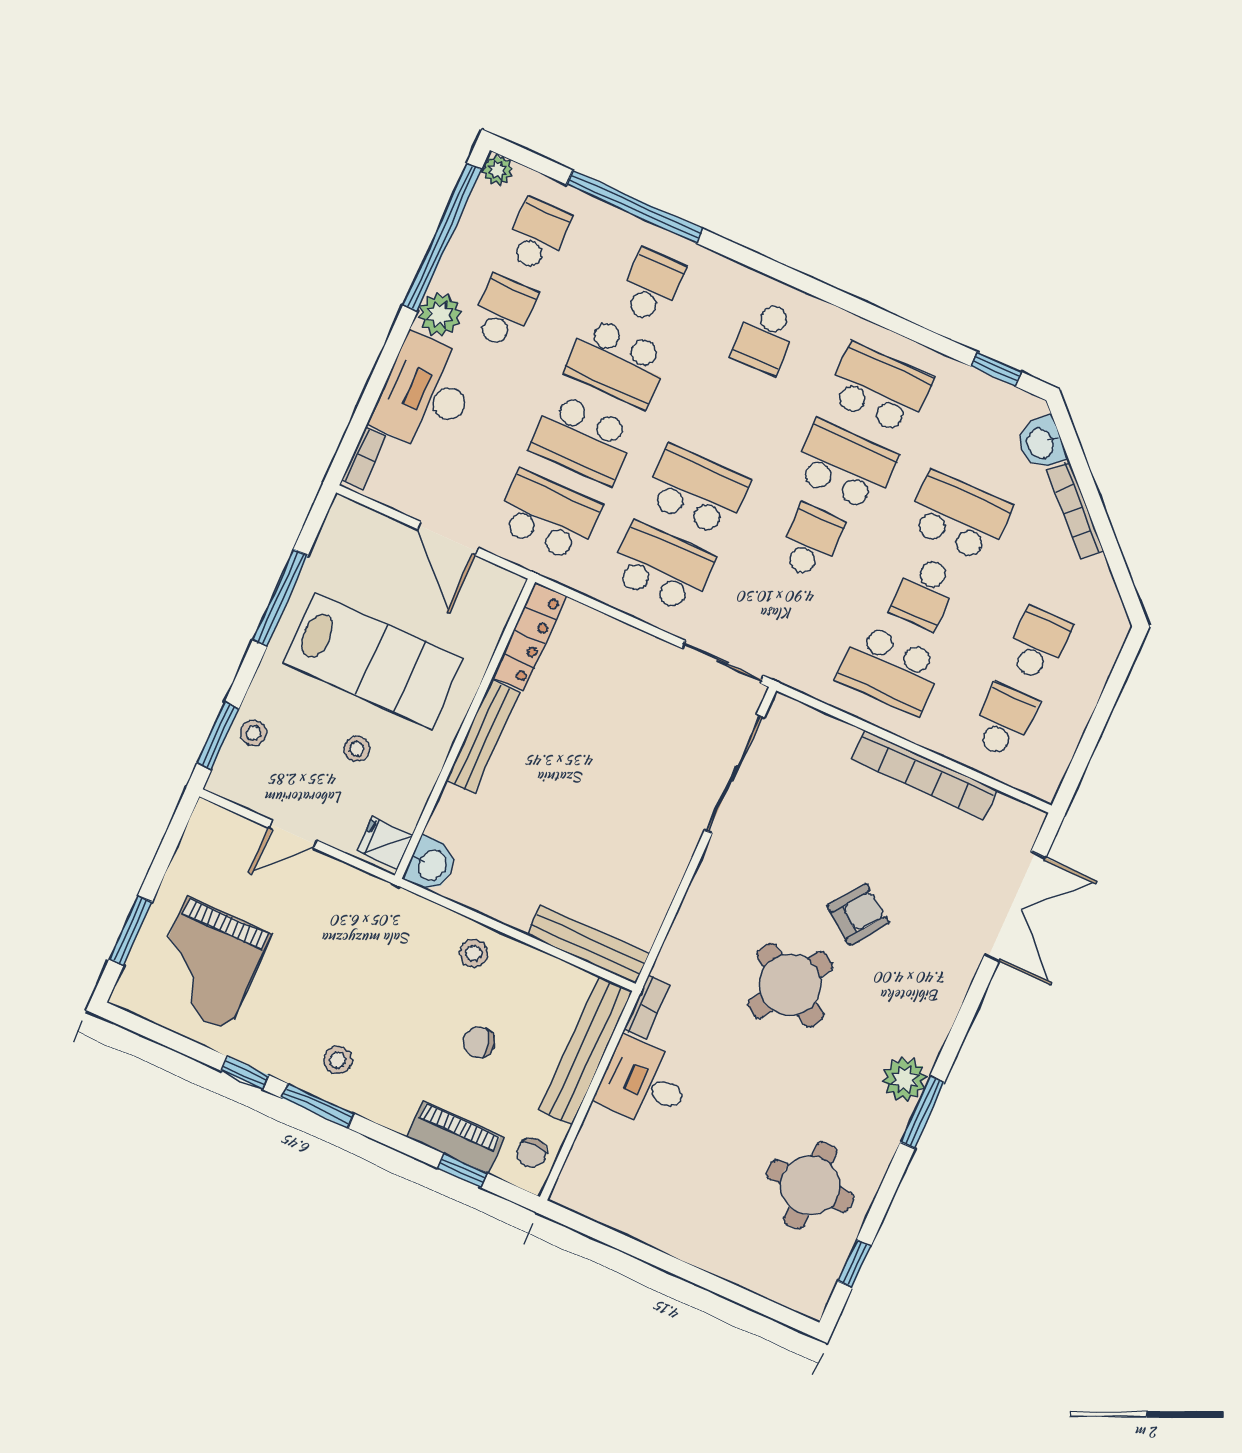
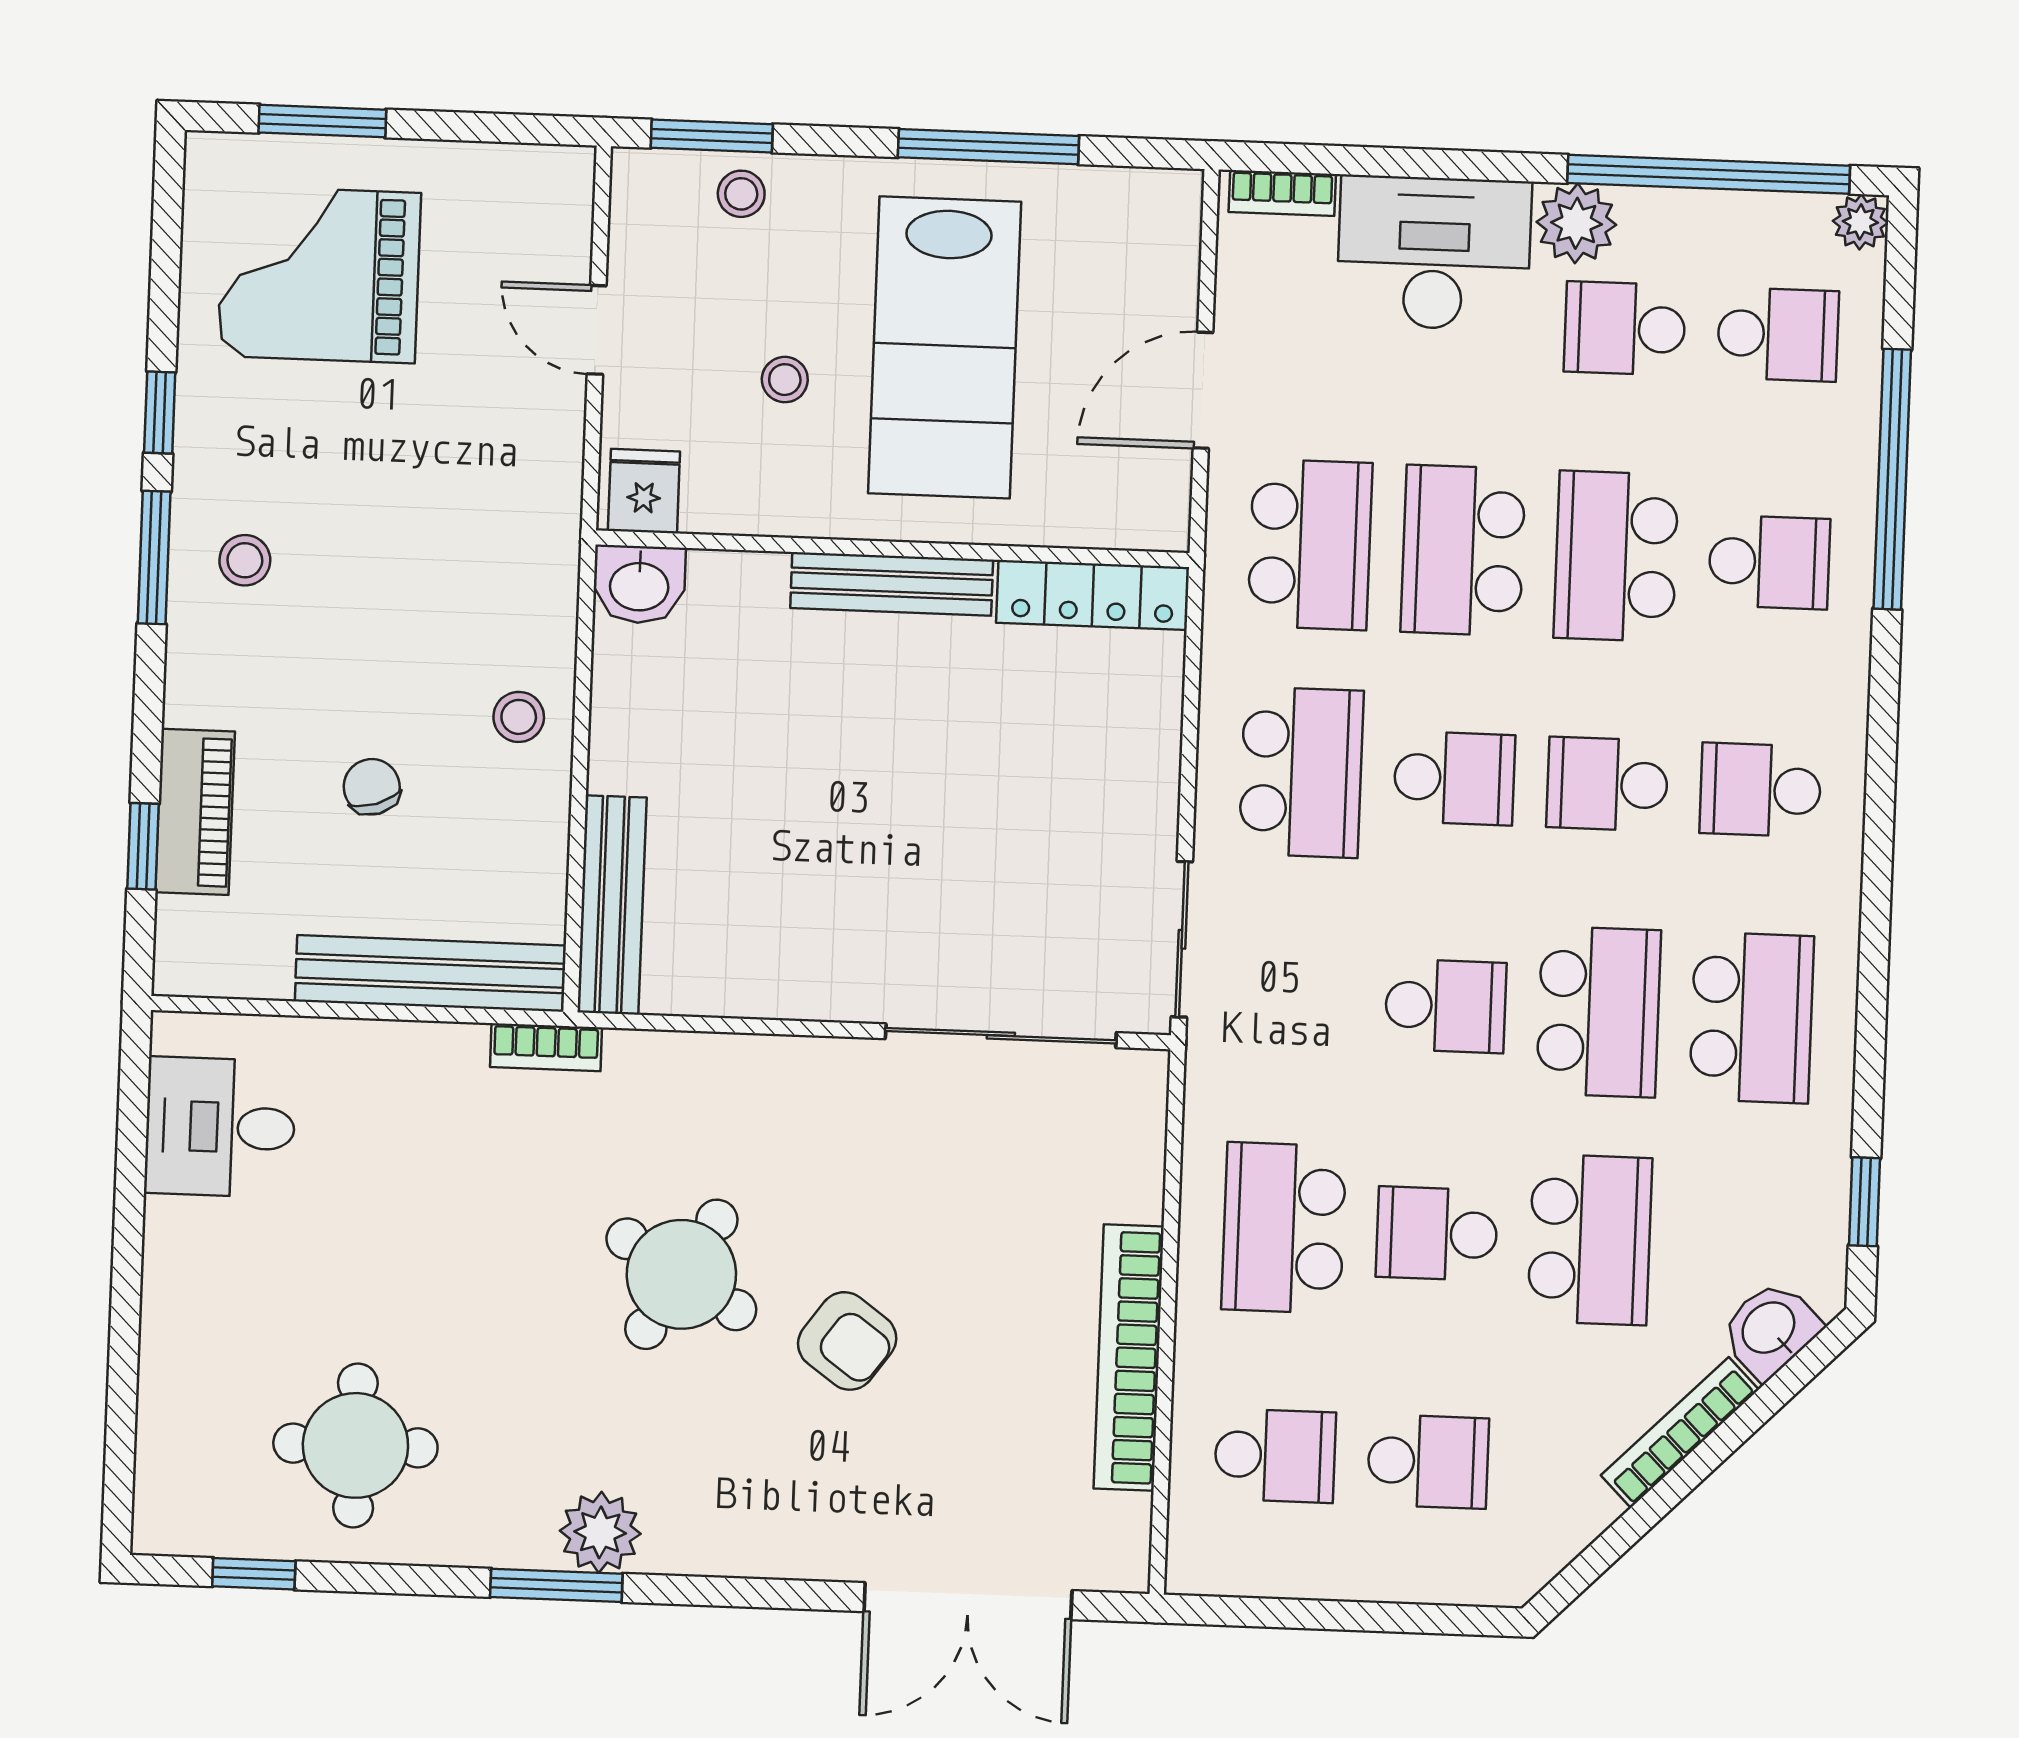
school desk: (503, 312) -> (1625, 328), turned 180
school desk: (731, 414) -> (1607, 784), added
school desk: (697, 490) -> (1454, 778), width x0.54
desk: (644, 1083) -> (220, 1127), moved, turned -90
chair: (532, 1153) -> (220, 952), removed

